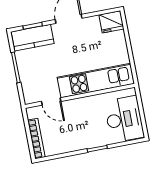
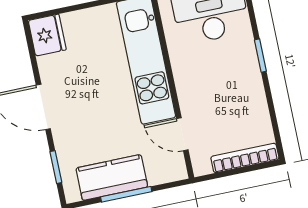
kitchen counter: (33, 38) -> (112, 177), moved, turned -90
door: (51, 101) -> (182, 134), swing flipped

